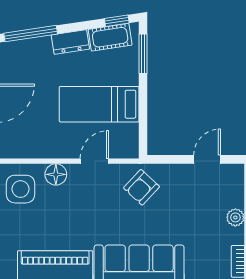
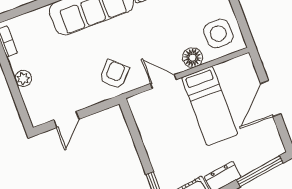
bed: (99, 104) -> (210, 106), moved, turned 90
door: (94, 161) -> (163, 82), swing flipped

